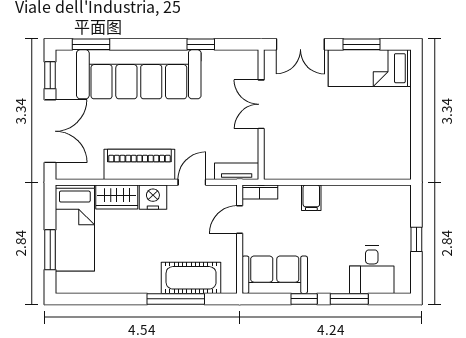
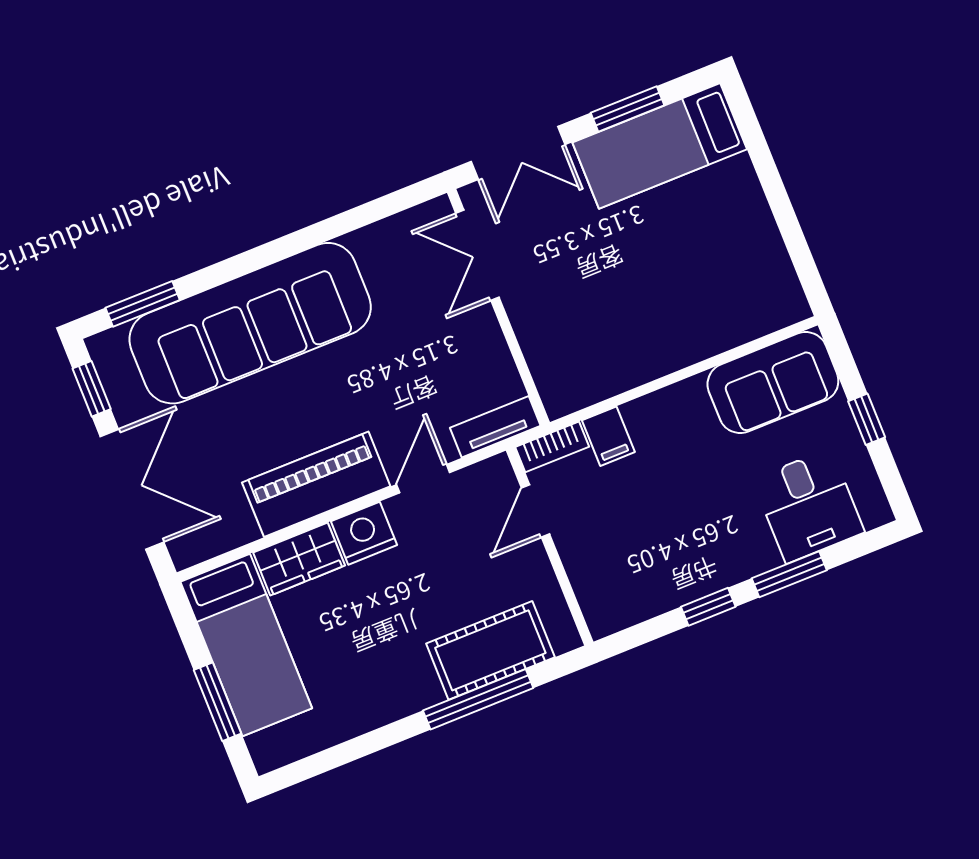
window: (201, 44) -> (339, 225), removed
double door: (261, 104) -> (477, 255), moved
filing cabinet: (311, 198) -> (608, 436), moved
sofa: (275, 275) -> (773, 383), moved, turned 180

